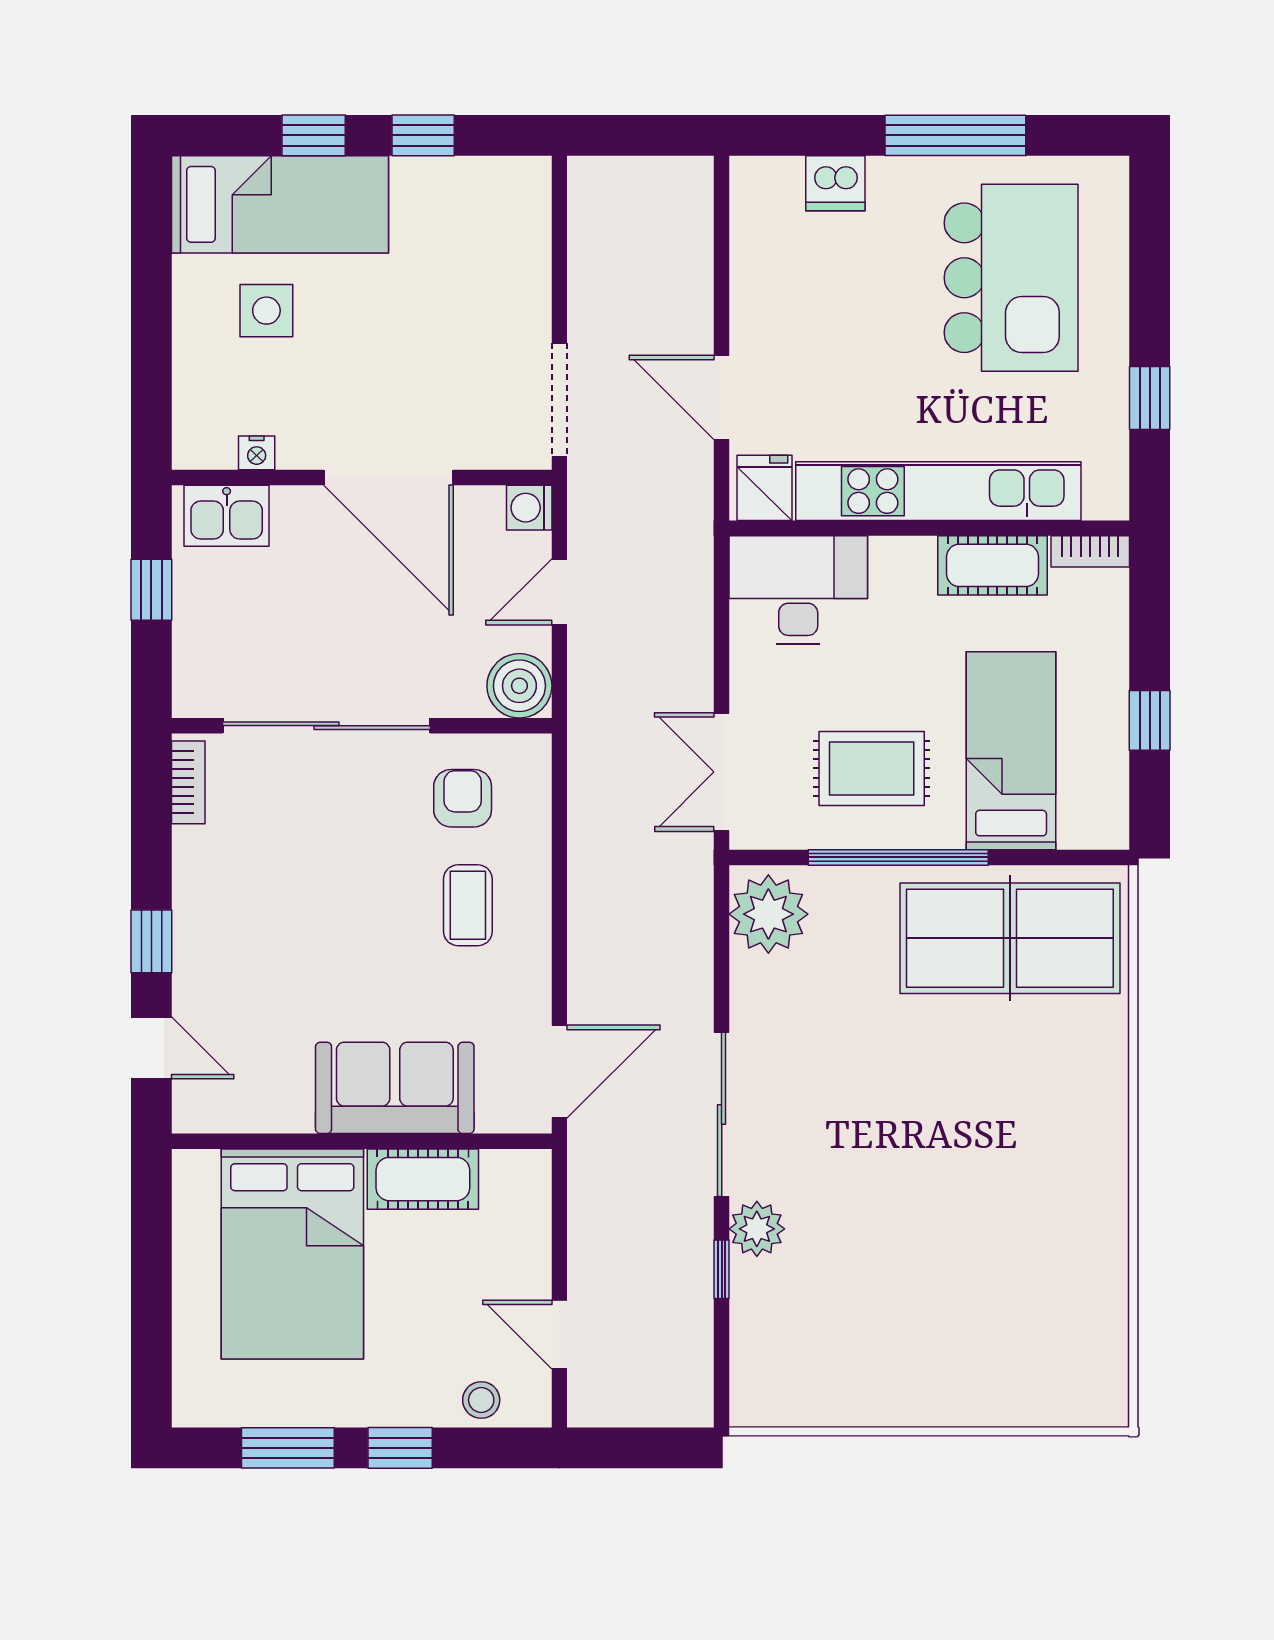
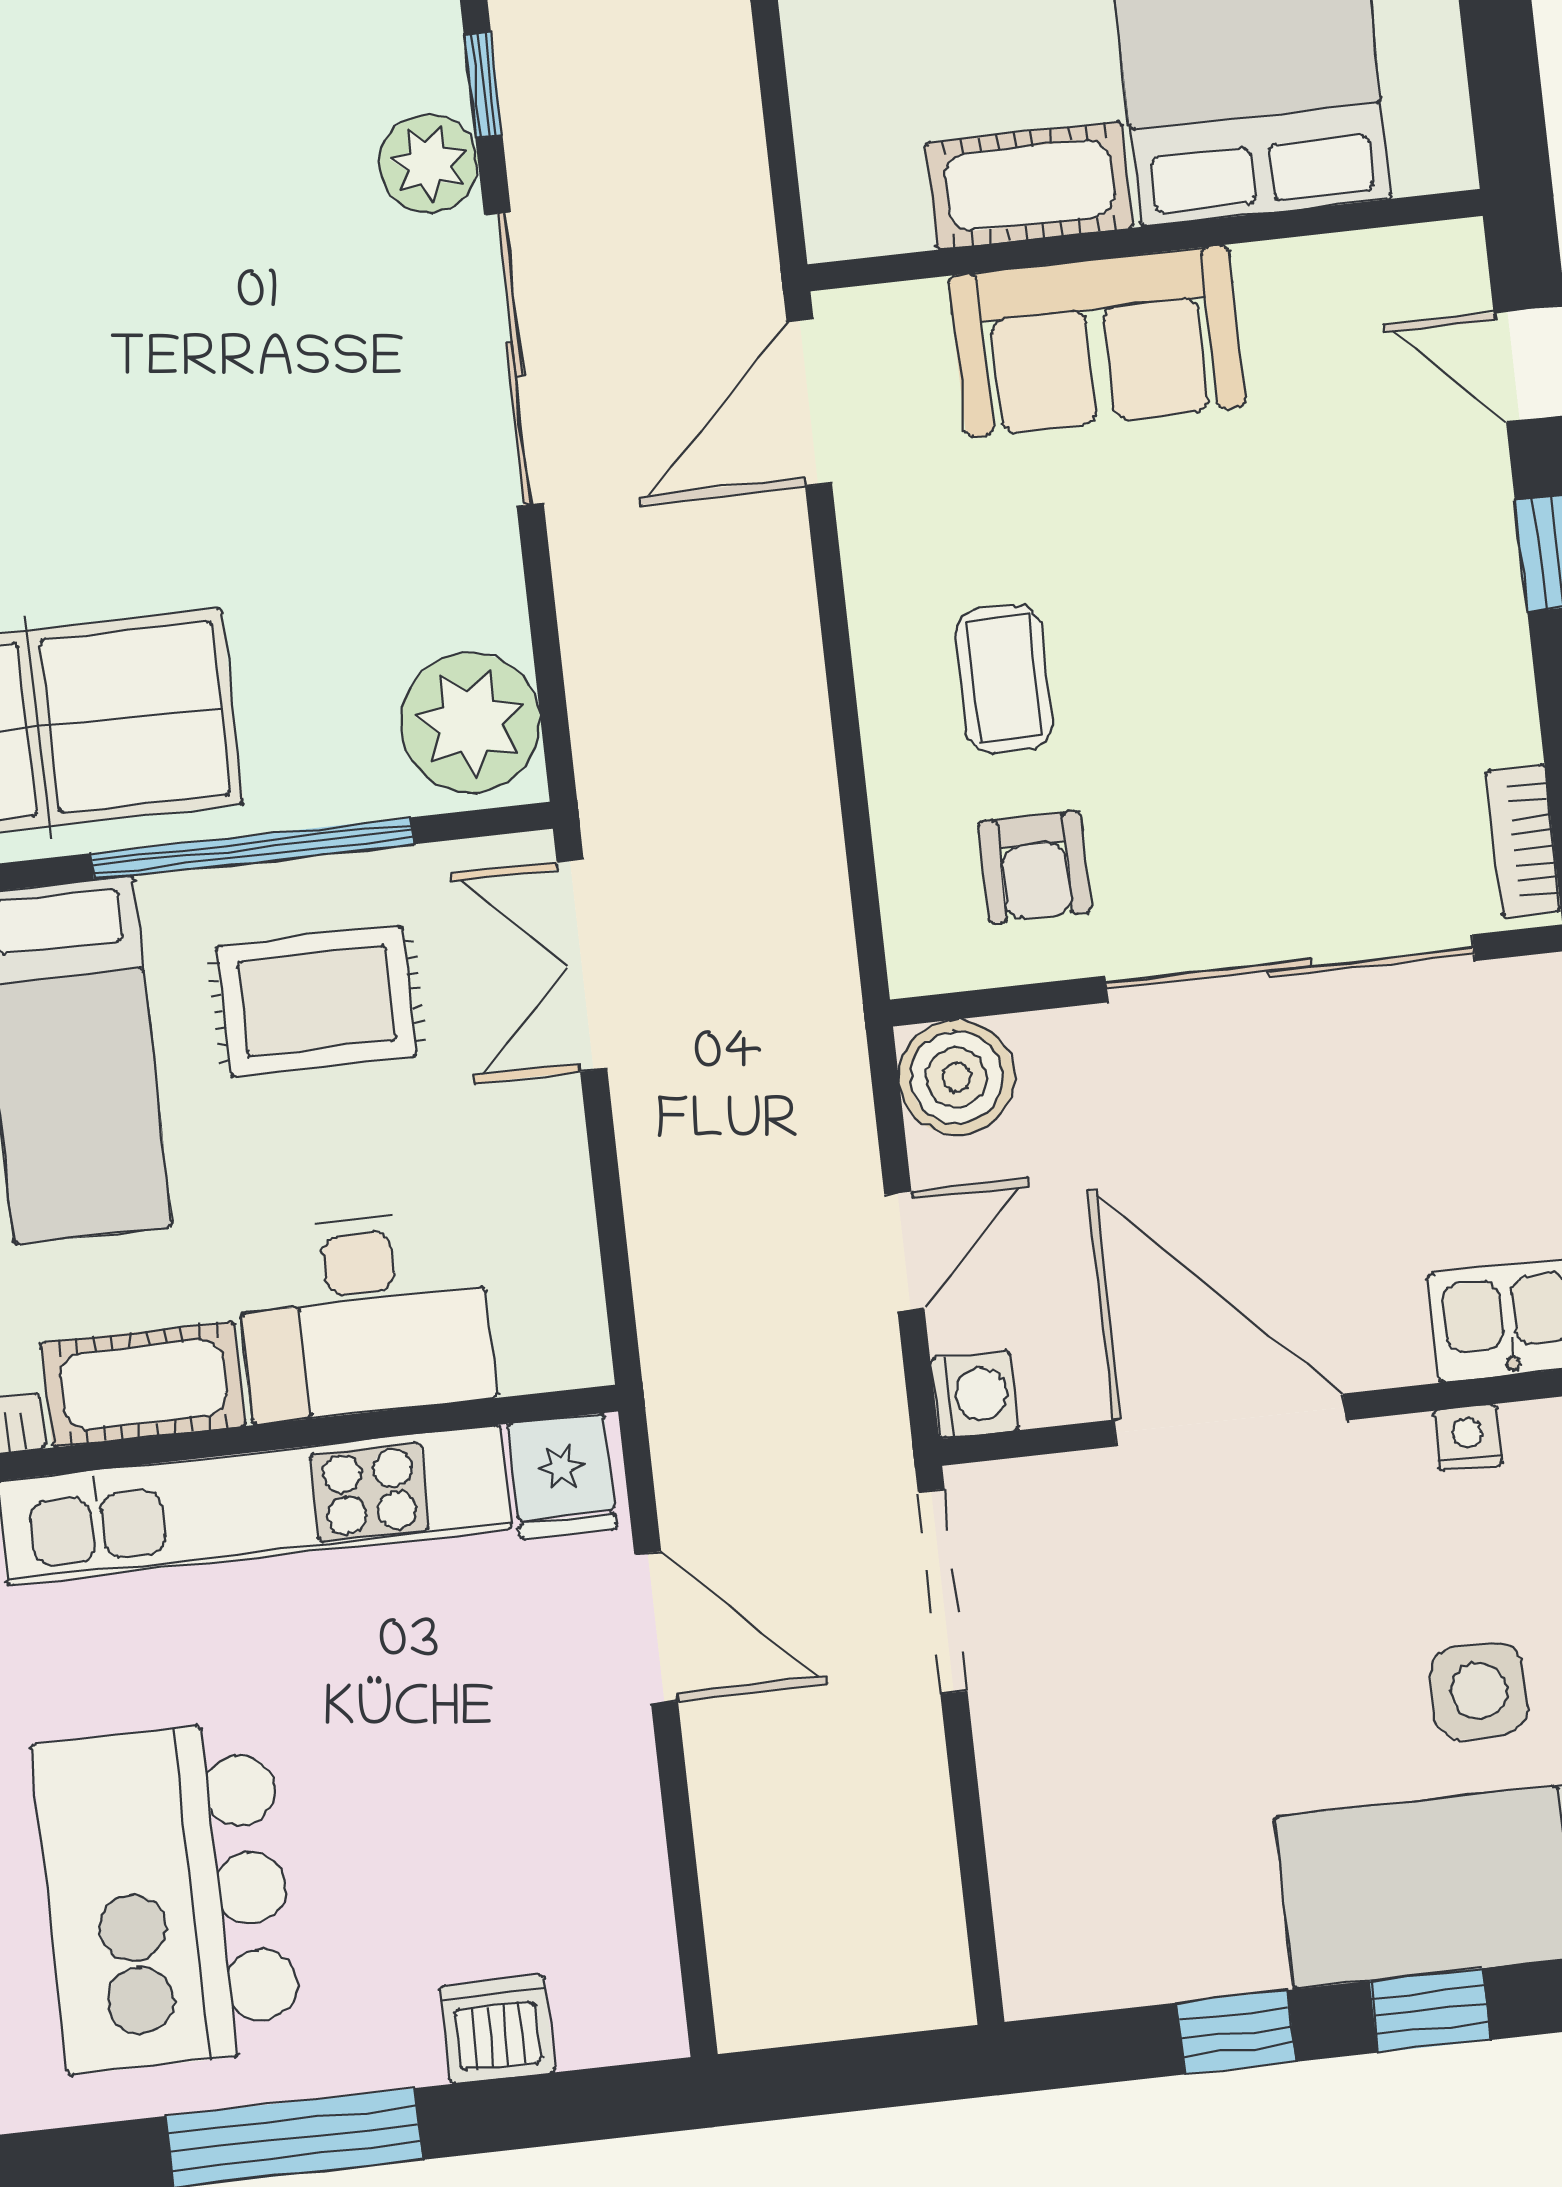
desk: (798, 590) -> (364, 1315), moved
double door: (722, 772) -> (582, 965), swing flipped

